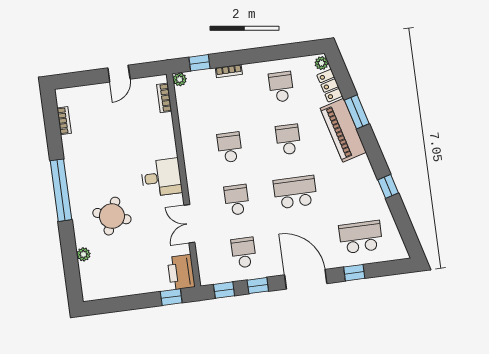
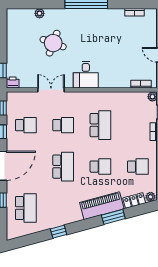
school desk: (230, 147) -> (100, 125), width x1.85
round table: (112, 216) -> (53, 43), moved
printer: (181, 272) -> (13, 82), width x0.53, depth x0.68

